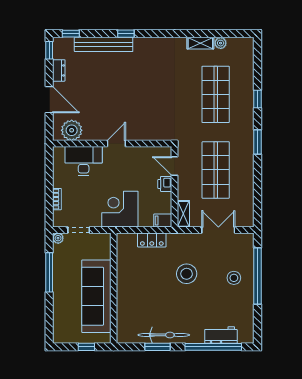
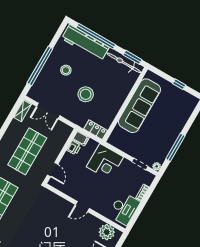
desk: (84, 161) -> (124, 209), moved, turned -90
printer: (165, 184) -> (74, 148), moved
shelving: (183, 214) -> (22, 111), moved
stool: (234, 278) -> (66, 70), moved
wall: (114, 288) -> (125, 104), moved
sofa: (96, 296) -> (139, 106), moved
workbench: (221, 335) -> (85, 43), width x1.88, depth x1.32

